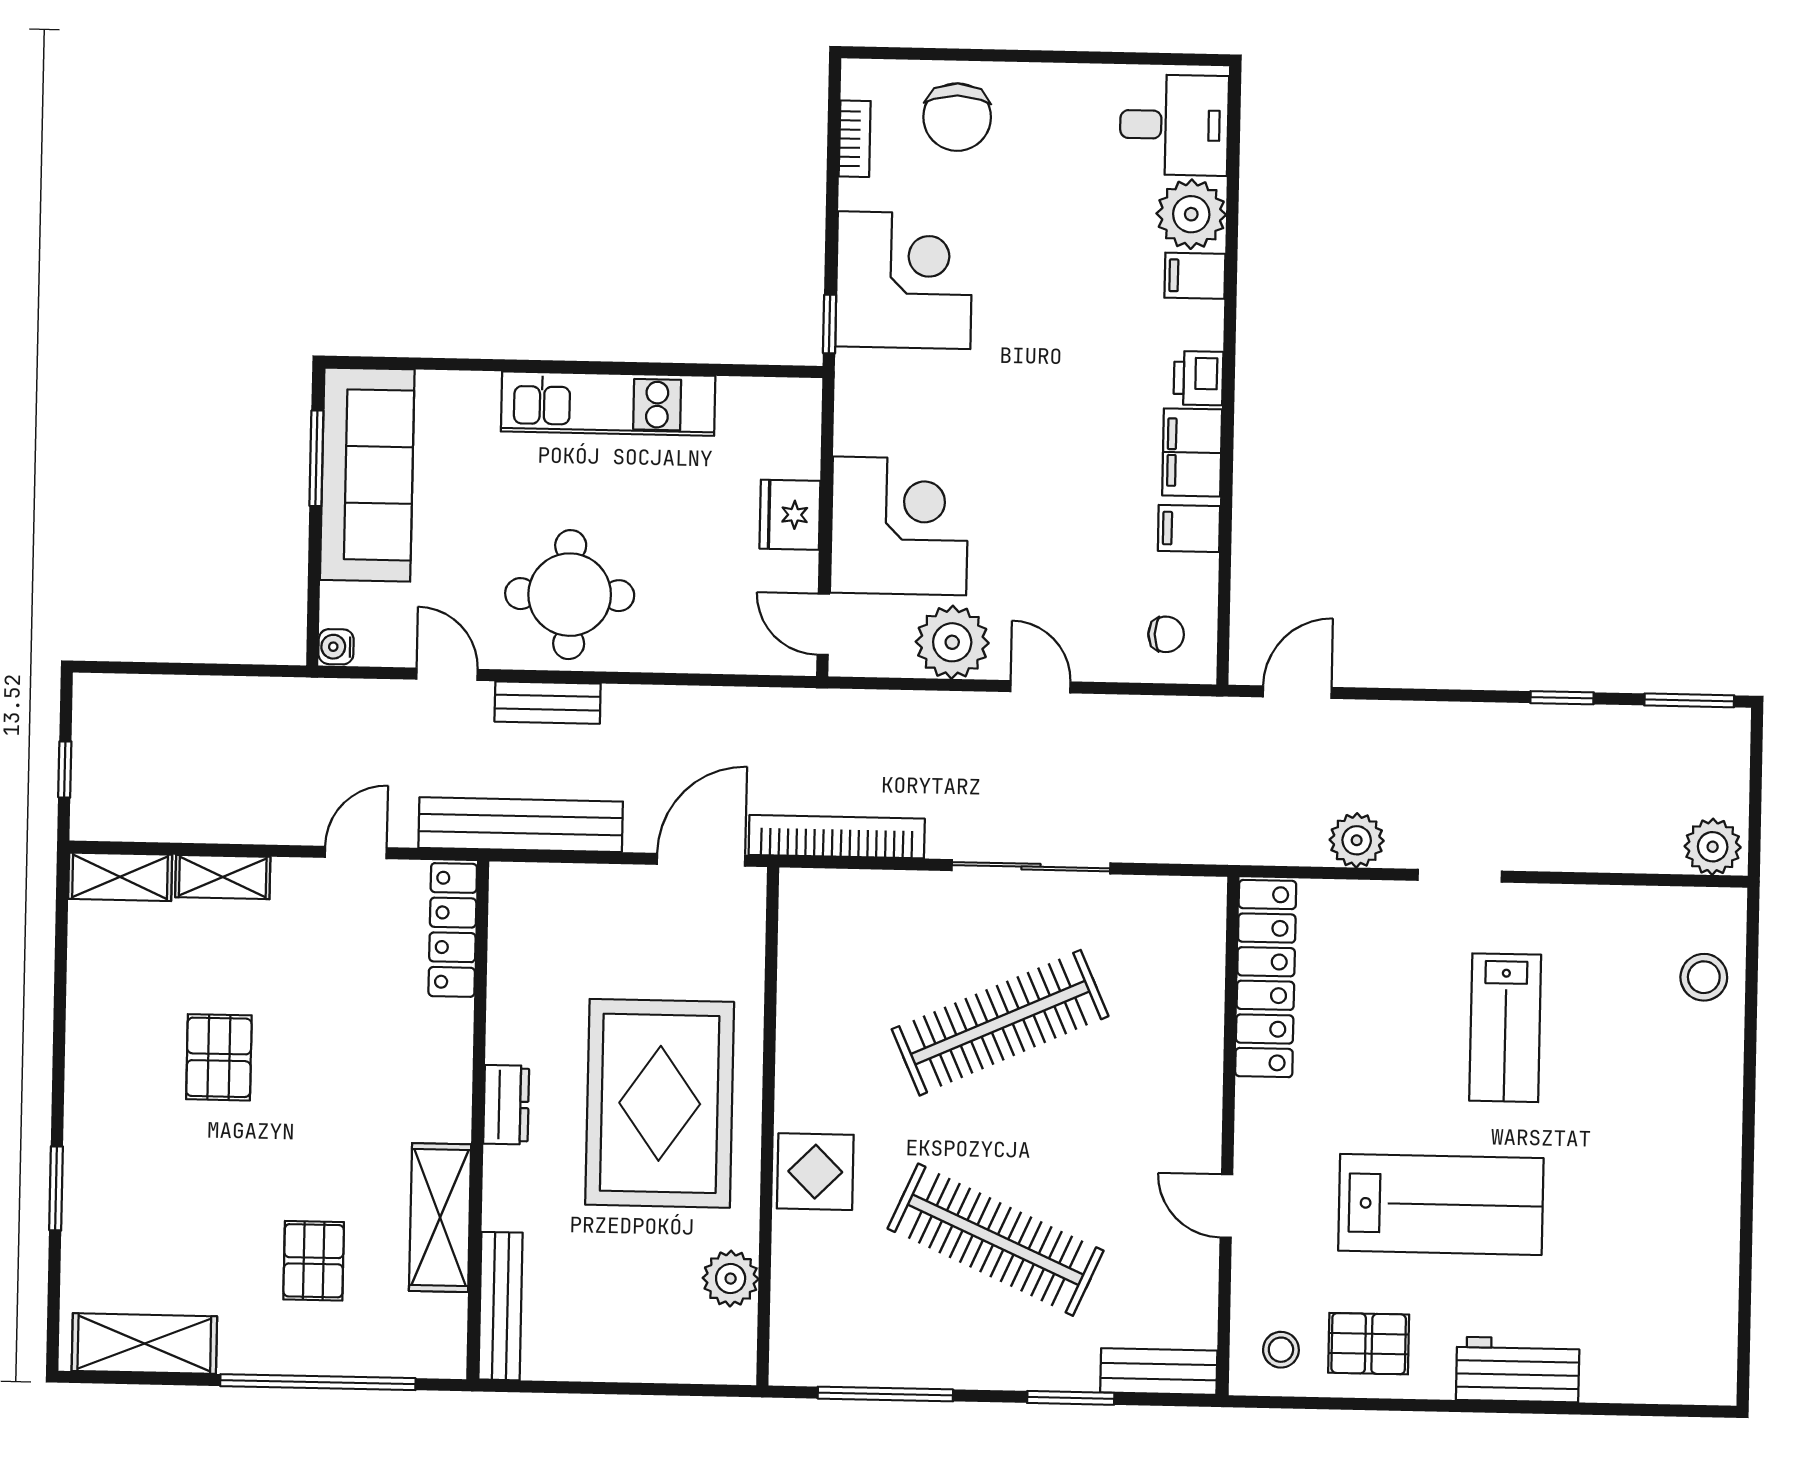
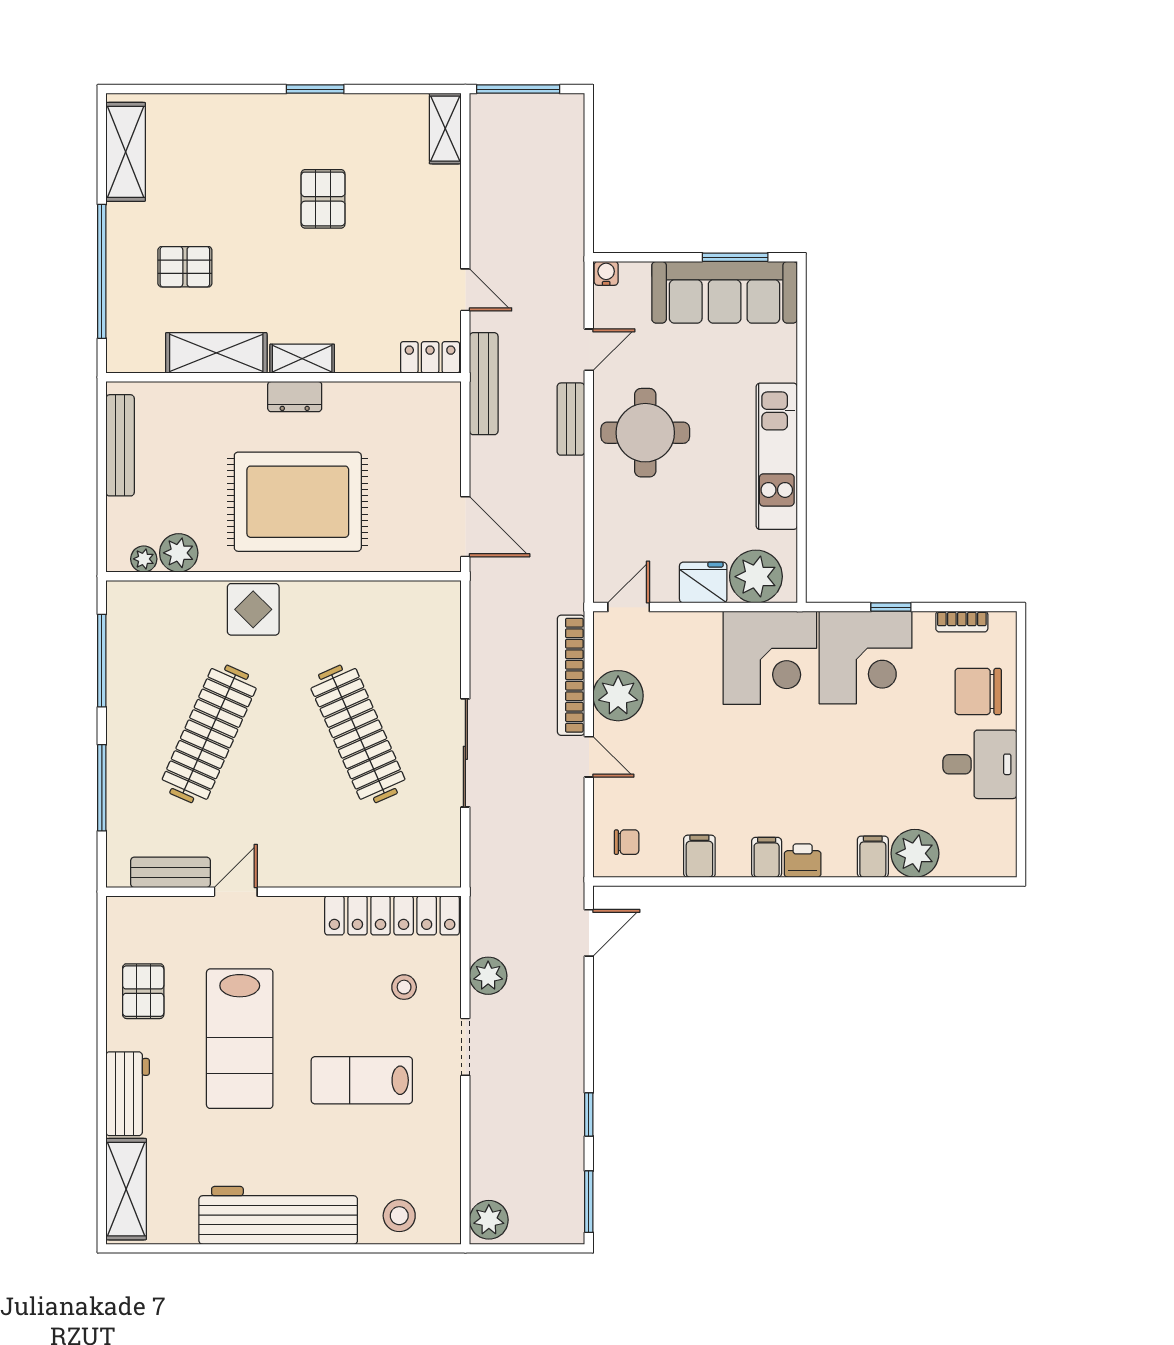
desk: (1174, 125) -> (980, 764), moved, turned -90
window: (830, 324) -> (891, 607), moved
plant: (783, 438) -> (756, 577), added
filing cabinet: (1192, 452) -> (767, 857), width x0.50
corner desk: (899, 526) -> (770, 658), moved
chair: (1166, 634) -> (627, 842), turned -90
door: (1040, 687) -> (589, 757), hinge flipped
door: (1297, 692) -> (589, 933), hinge flipped
window: (65, 769) -> (518, 89), width x2.17
bench: (521, 825) -> (484, 384), width x0.73, depth x0.82
bookcase: (837, 837) -> (571, 675), moved, turned 180
shelving: (223, 877) -> (302, 359), moved, turned 90
locker: (453, 930) -> (430, 357), width x0.66
pallet: (219, 1057) -> (323, 199), turned 90
workbench: (1700, 1154) -> (278, 1215), added
window: (56, 1188) -> (315, 89), moved
bench: (501, 1306) -> (120, 445), moved, turned 90
plant: (738, 1330) -> (144, 559), added
stool: (1281, 1350) -> (404, 987), moved
bench: (1159, 1372) -> (170, 872), moved, turned 90
shelving: (1657, 1375) -> (126, 1189), added
window: (1071, 1398) -> (102, 788), width x1.44

